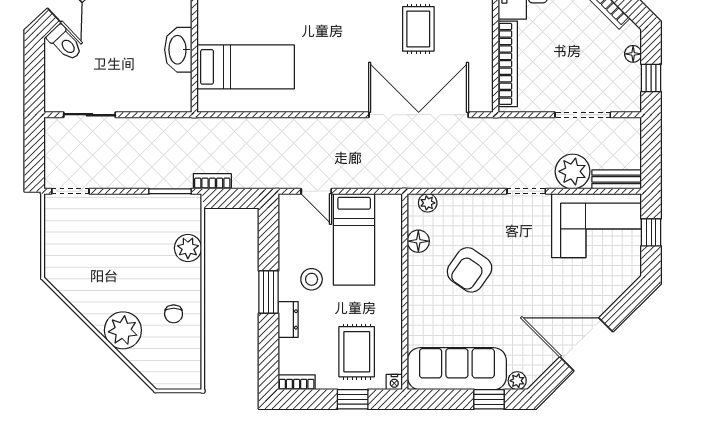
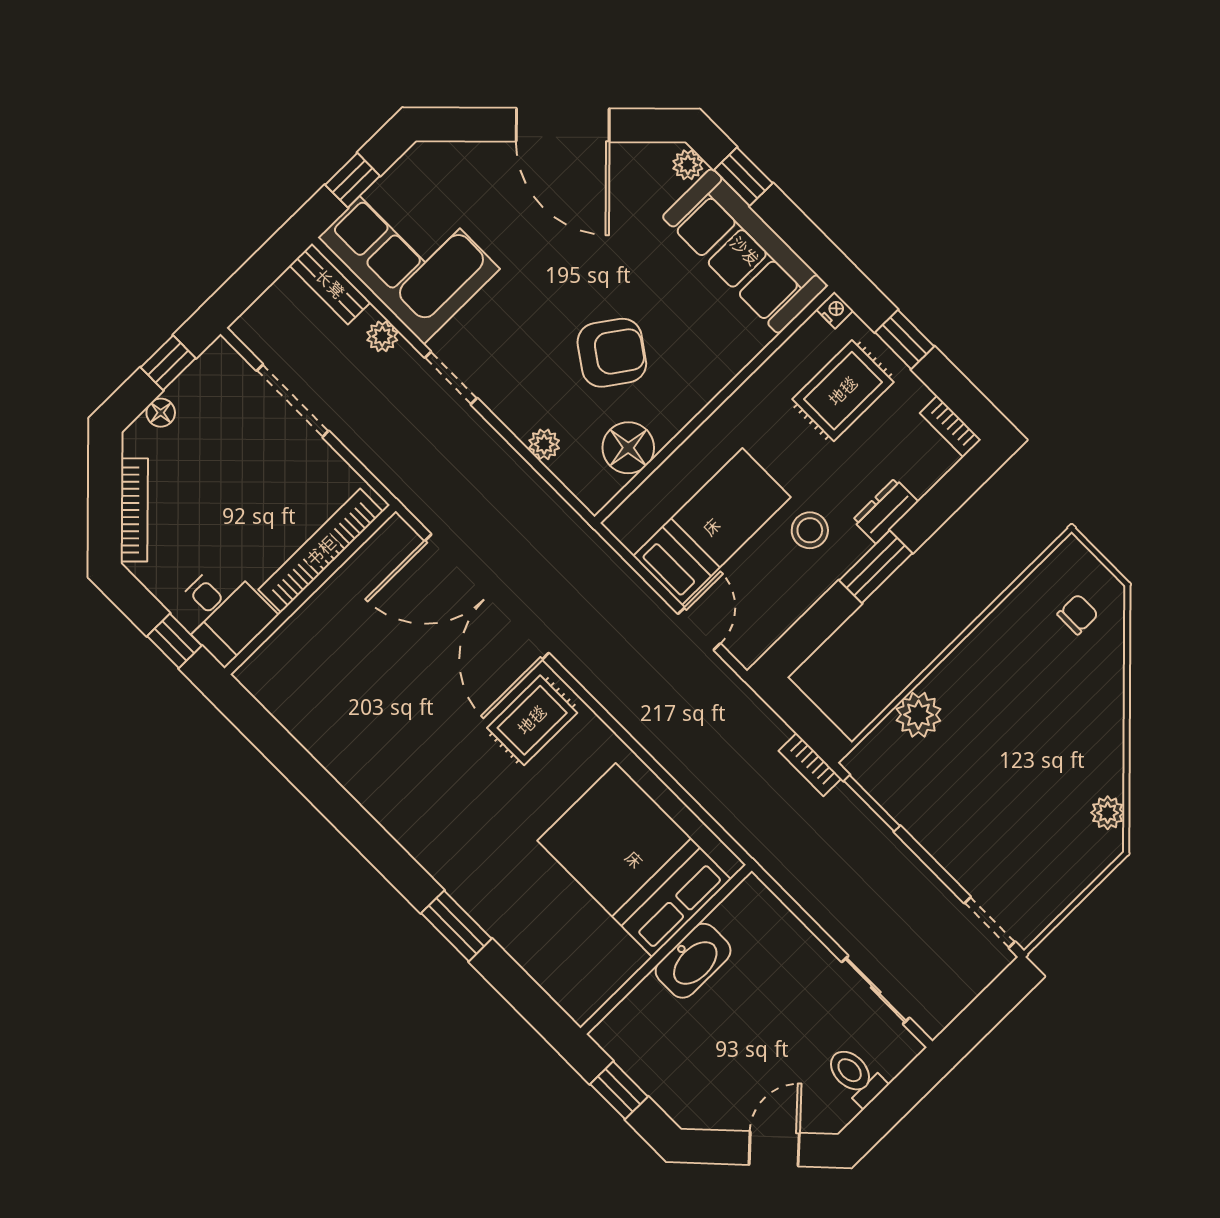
rug: (418, 29) -> (532, 720), moved
toilet: (65, 43) -> (855, 1076), moved, turned -47
bed: (246, 67) -> (634, 860), width x1.50
plant: (573, 171) -> (382, 336), width x0.53, depth x0.53
plant: (428, 203) -> (544, 444), moved
floor lamp: (418, 241) -> (628, 448), width x1.38, depth x1.38
chair: (174, 314) -> (1078, 614), moved
plant: (123, 330) -> (1108, 813), moved, width x0.53, depth x0.53

